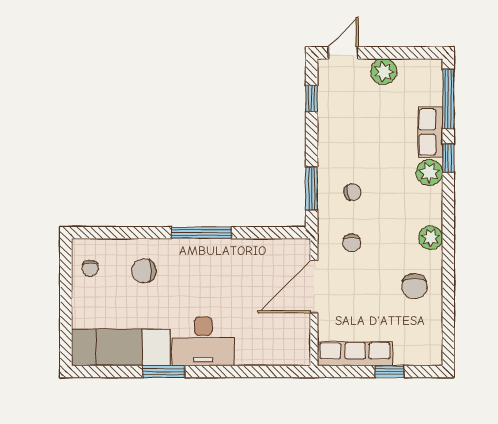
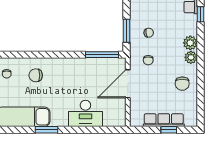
plant: (429, 172) -> (190, 43), moved
window: (202, 233) -> (102, 55), moved
desk: (203, 341) -> (85, 113), moved
row of seats: (355, 354) -> (164, 120), moved

